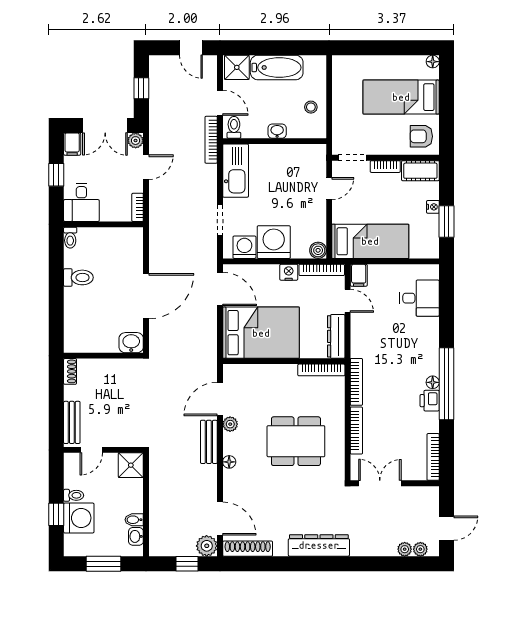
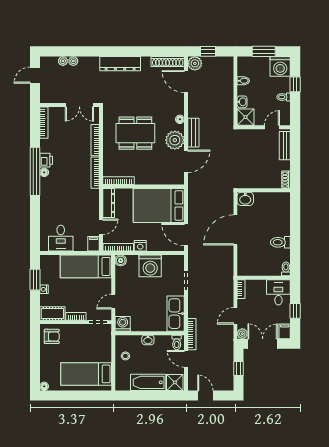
bed: (401, 97) -> (86, 374), moved, turned 180
washing machine: (244, 247) -> (123, 324), moved, turned 180
desk: (419, 298) -> (61, 238), moved, turned -90
door: (348, 301) -> (101, 227), swing flipped
plant: (230, 424) -> (175, 140), width x1.88, depth x1.88
washing machine: (79, 518) -> (280, 66), moved, turned -90
washbasin: (136, 536) -> (242, 102), moved
plant: (420, 549) -> (73, 61), moved

